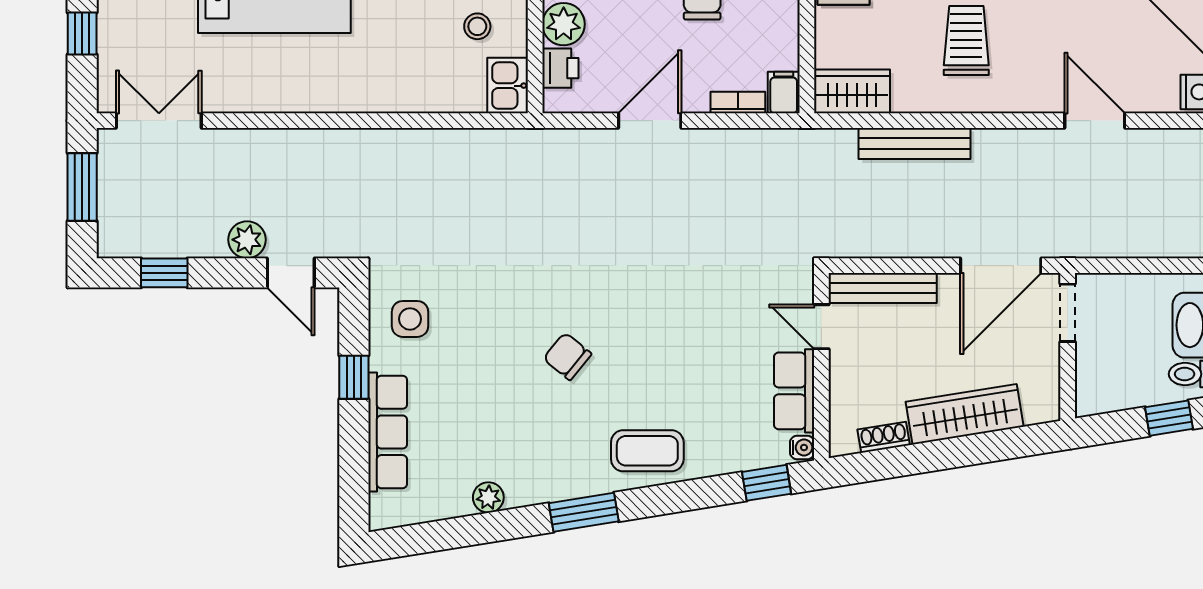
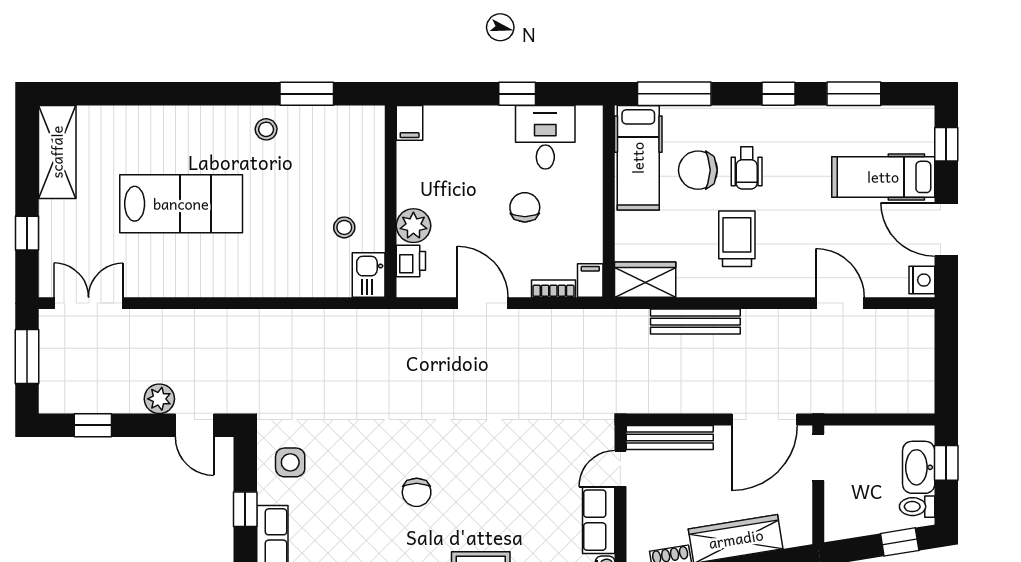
door: (650, 121) -> (483, 303), hinge flipped
door: (821, 327) -> (620, 469), hinge flipped
chair: (567, 356) -> (417, 492), turned -129

